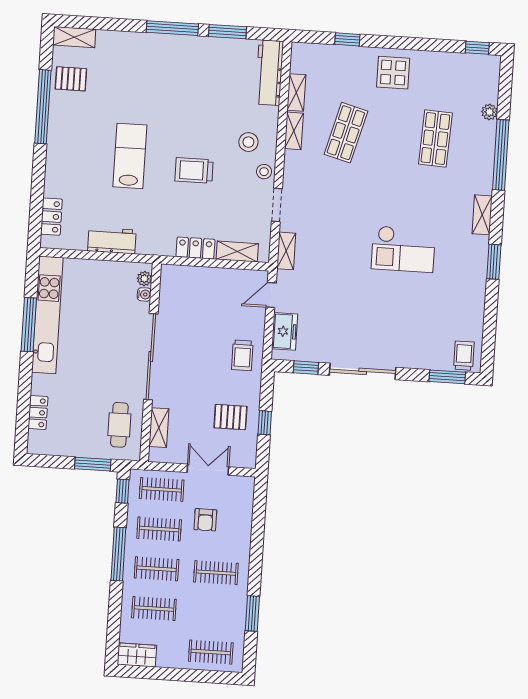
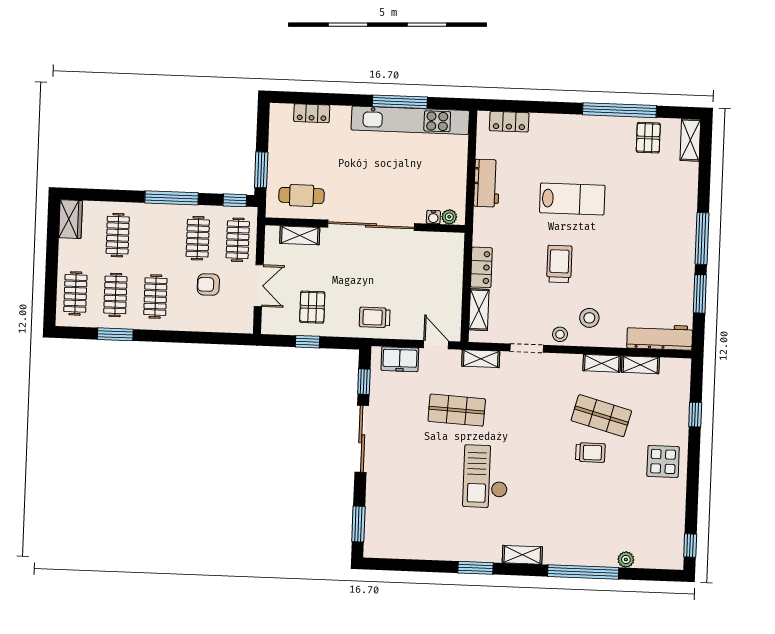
shop shelf: (435, 138) -> (457, 410), moved
trolley: (464, 356) -> (590, 453), moved
clothes rail: (157, 569) -> (115, 295), moved

